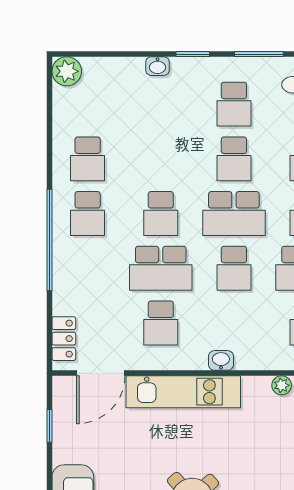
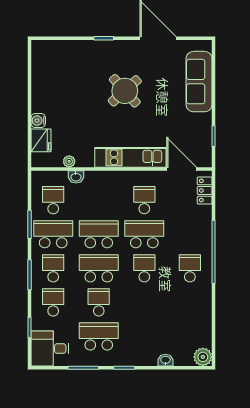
washbasin: (157, 66) -> (165, 360), moved
school desk: (234, 104) -> (99, 336), width x1.85
school desk: (88, 159) -> (190, 302), removed
school desk: (234, 268) -> (99, 234), width x1.85
washbasin: (221, 360) -> (76, 177), moved
door: (101, 373) -> (182, 169), hinge flipped

